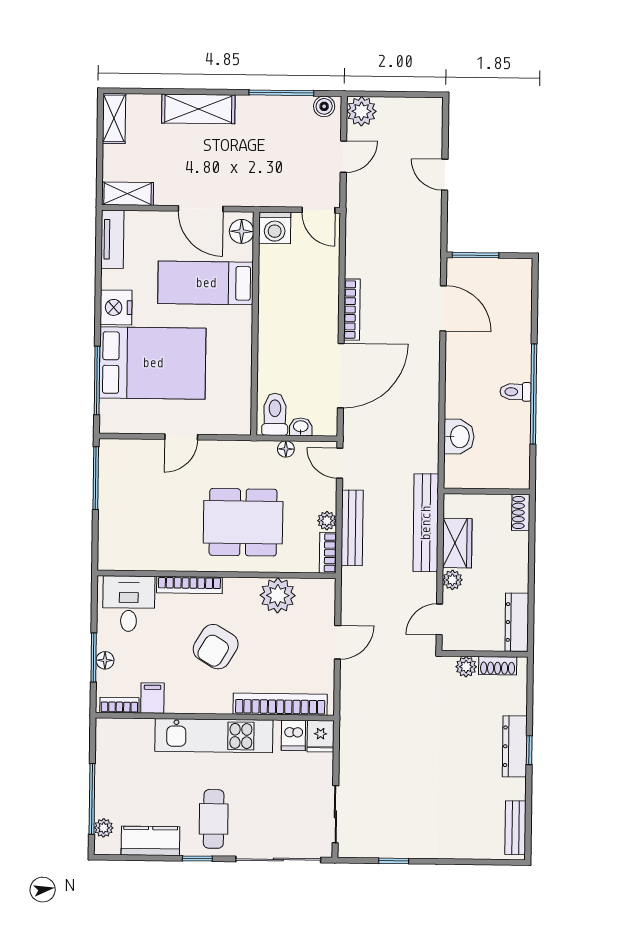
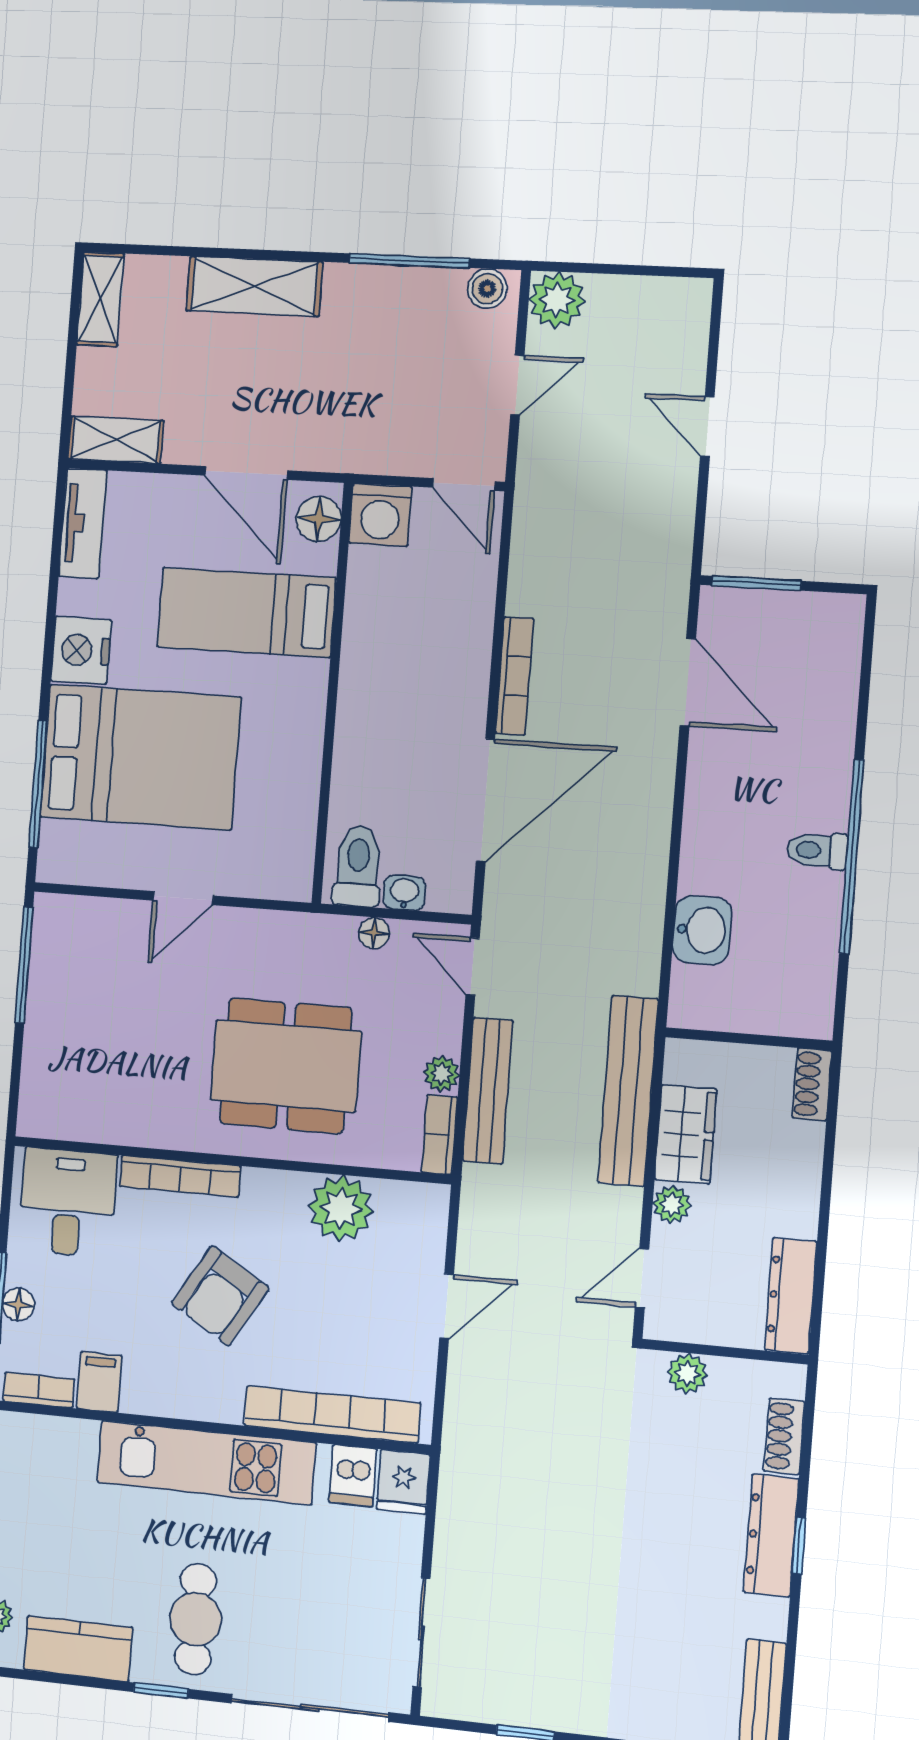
shoe rack: (498, 666) -> (784, 1436), moved, turned 90

